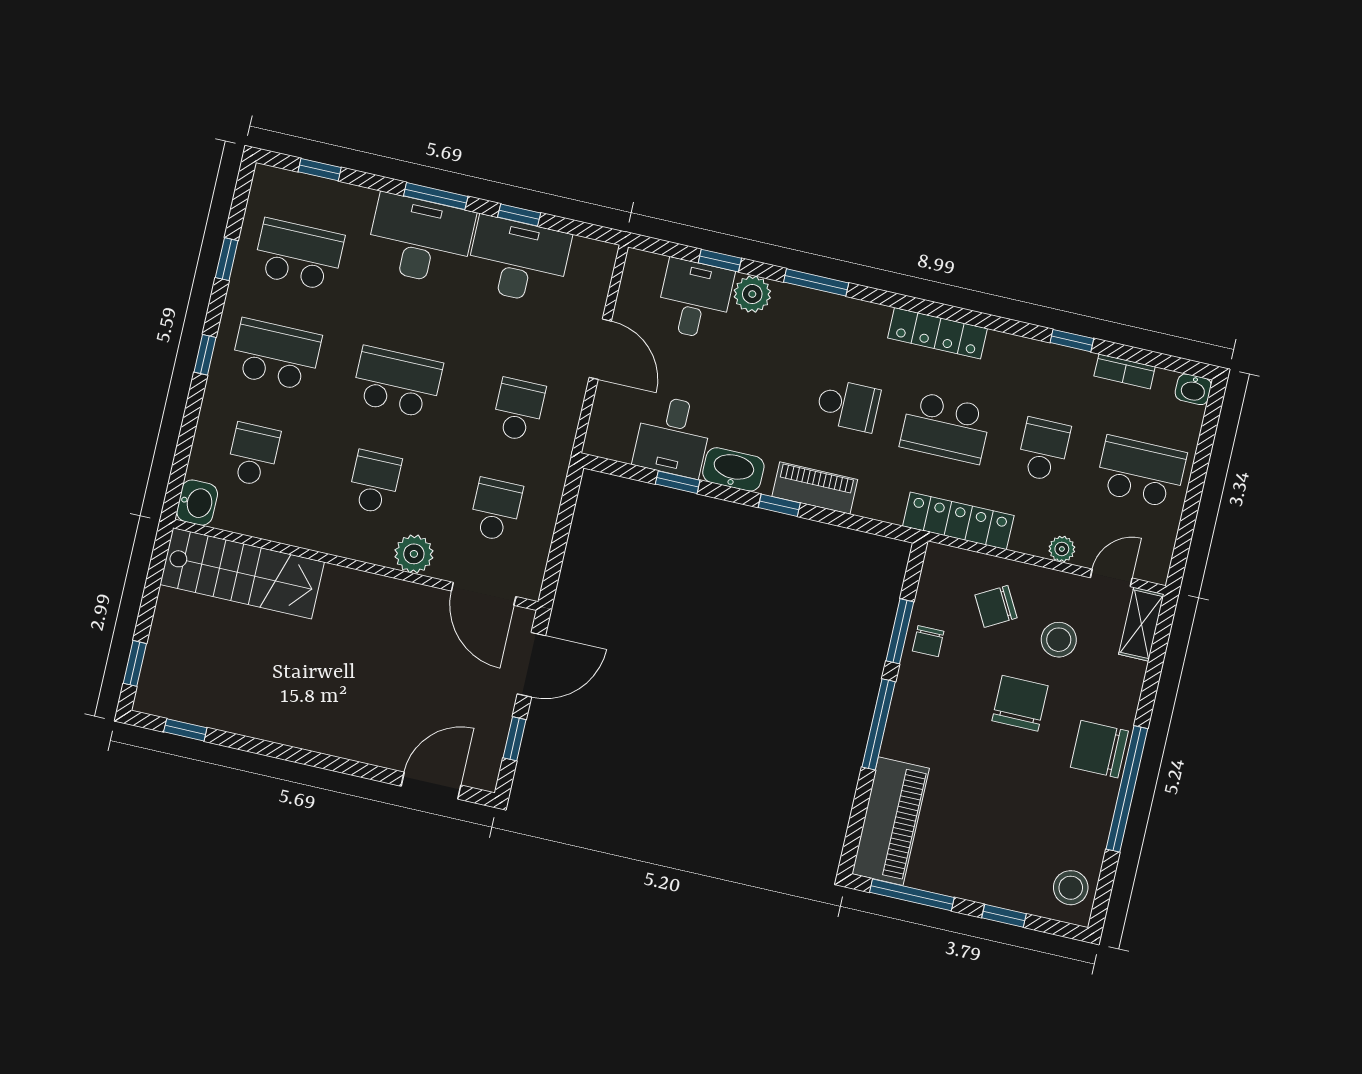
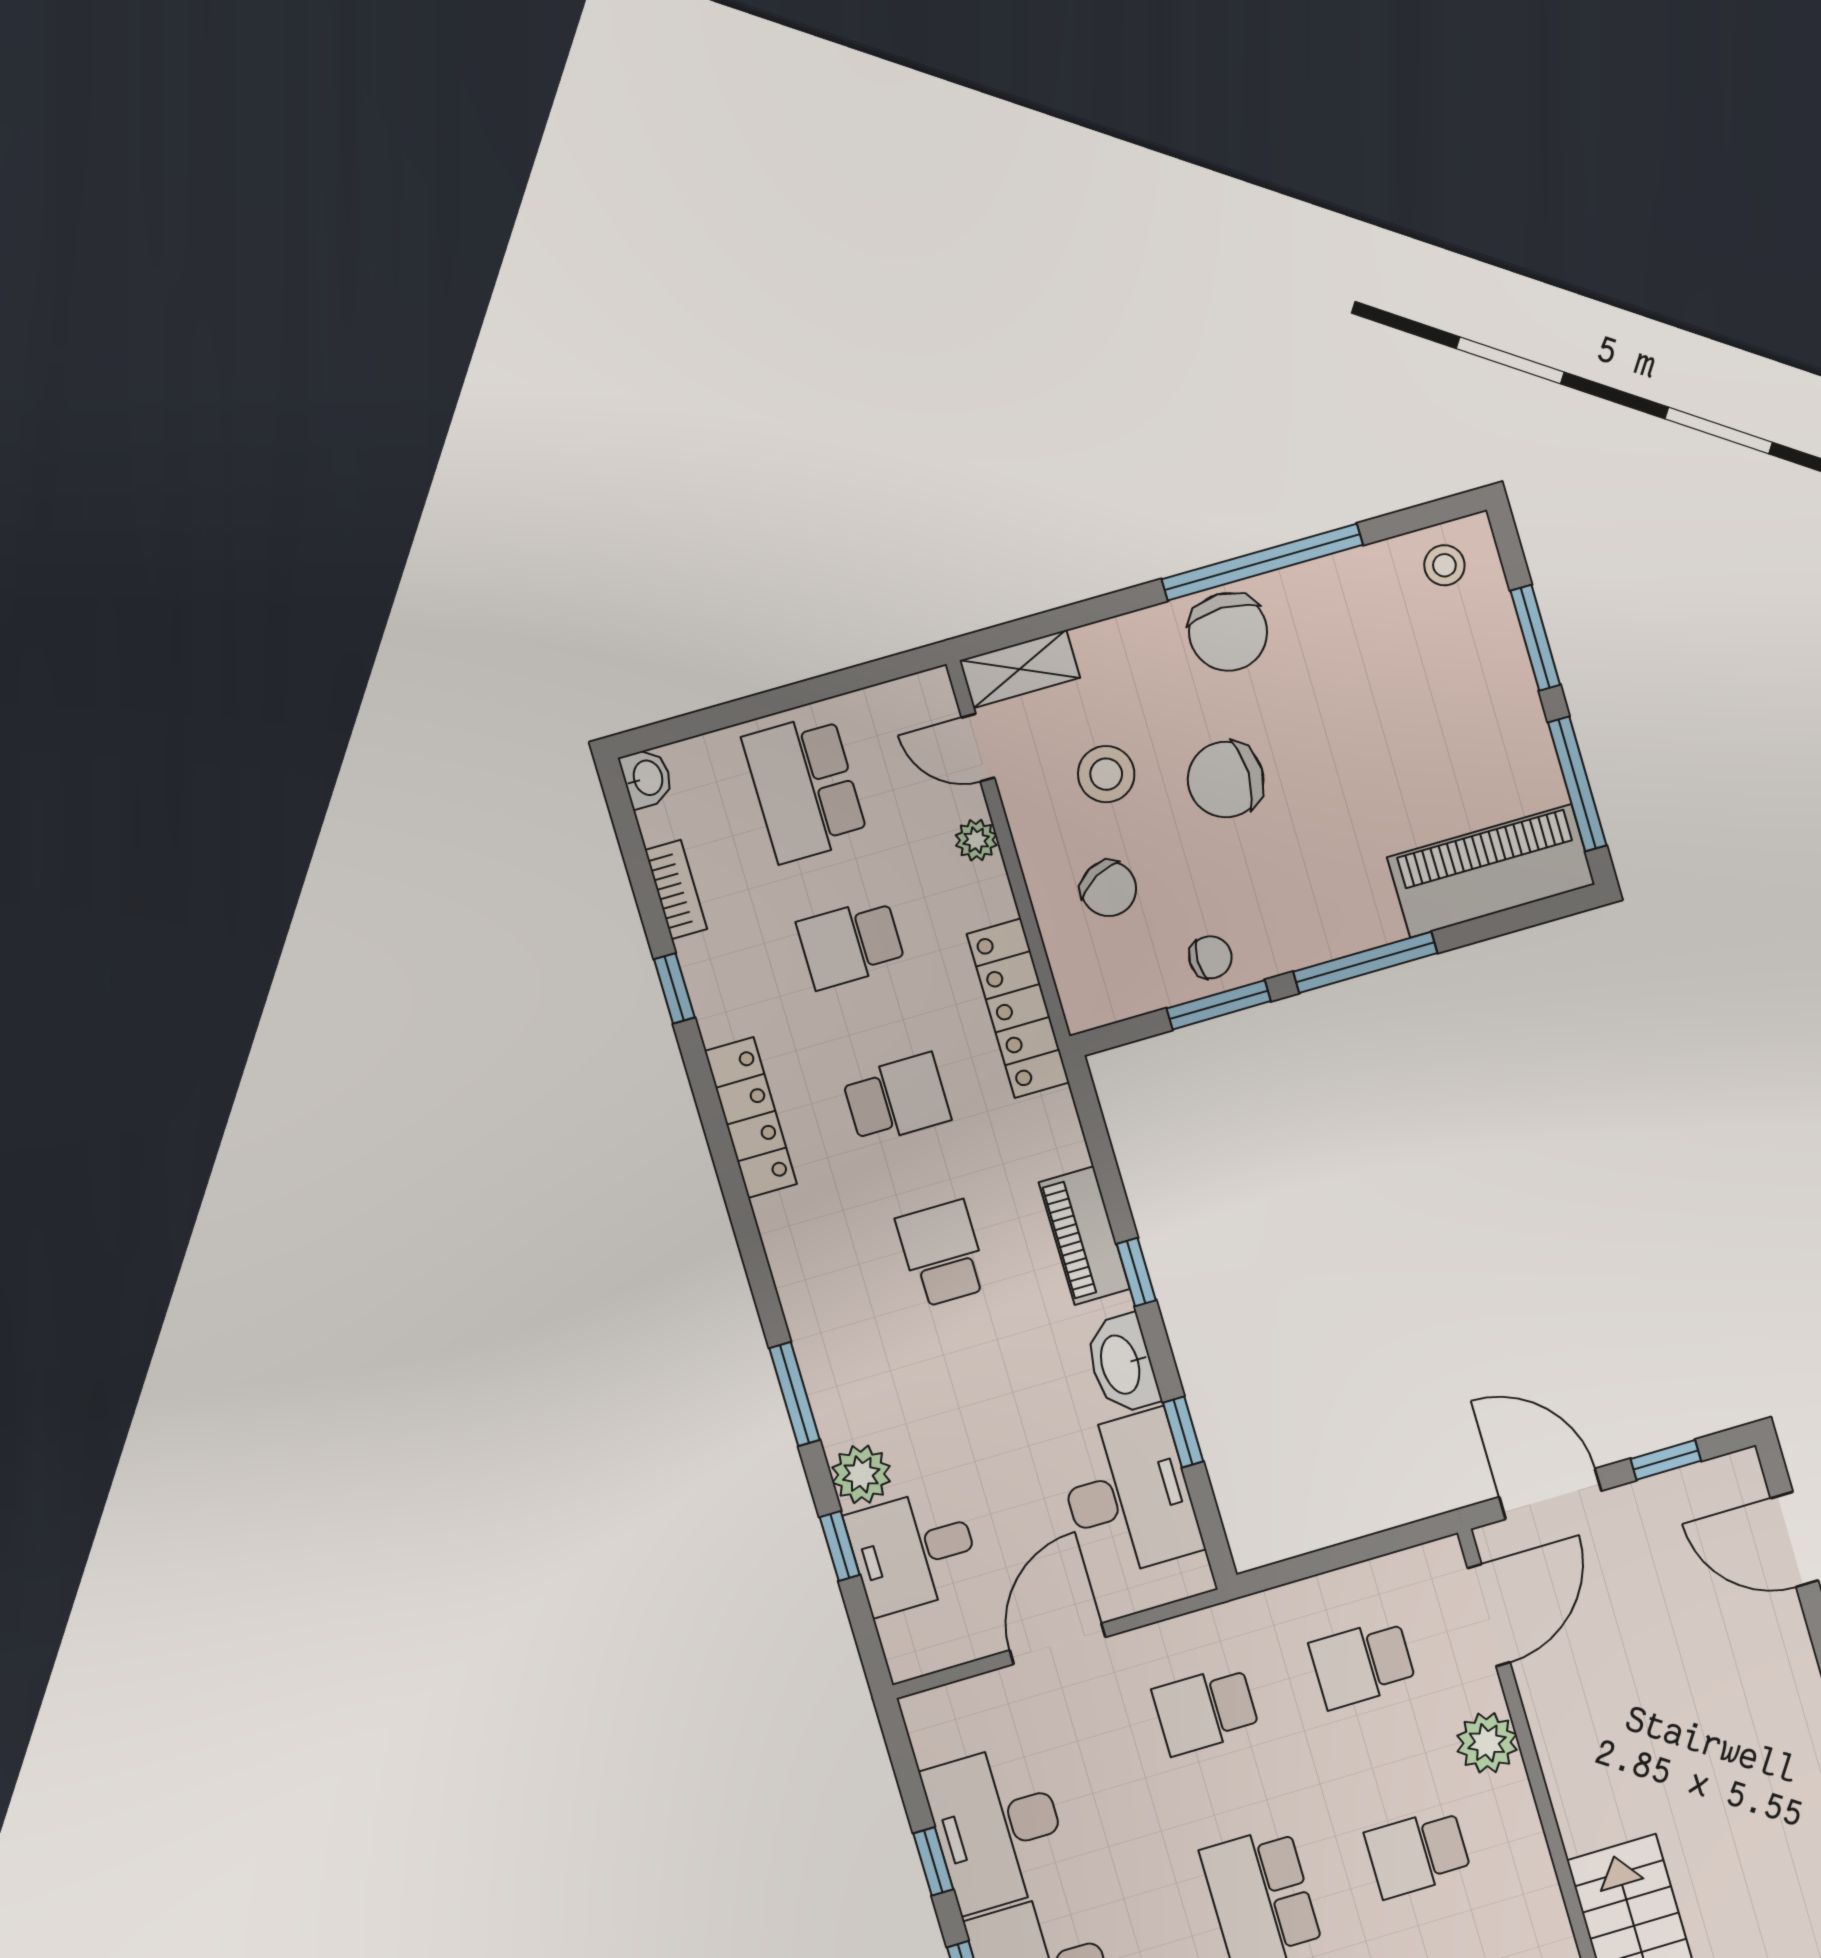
locker: (937, 333) -> (751, 1118), moved
school desk: (946, 427) -> (897, 1099), width x0.54
desk: (673, 436) -> (1128, 1494), width x1.37
stool: (1071, 888) -> (1444, 565), width x0.73, depth x0.73
window: (1004, 916) -> (1535, 638), width x1.50

